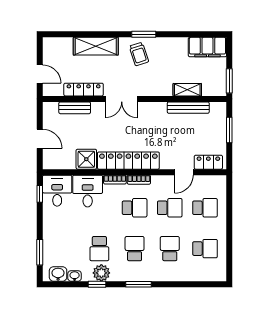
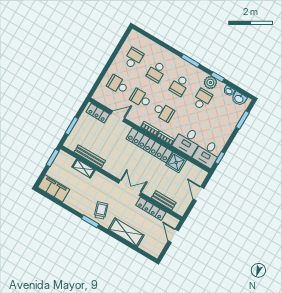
school desk: (135, 208) -> (164, 112), turned 180
school desk: (205, 249) -> (134, 58), turned 90

